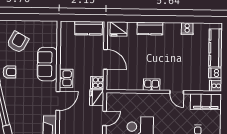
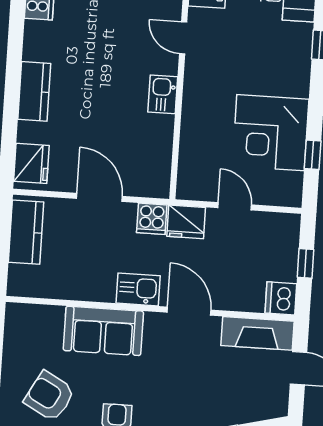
door: (105, 59) -> (99, 197), hinge flipped
door: (177, 92) -> (183, 38), swing flipped

